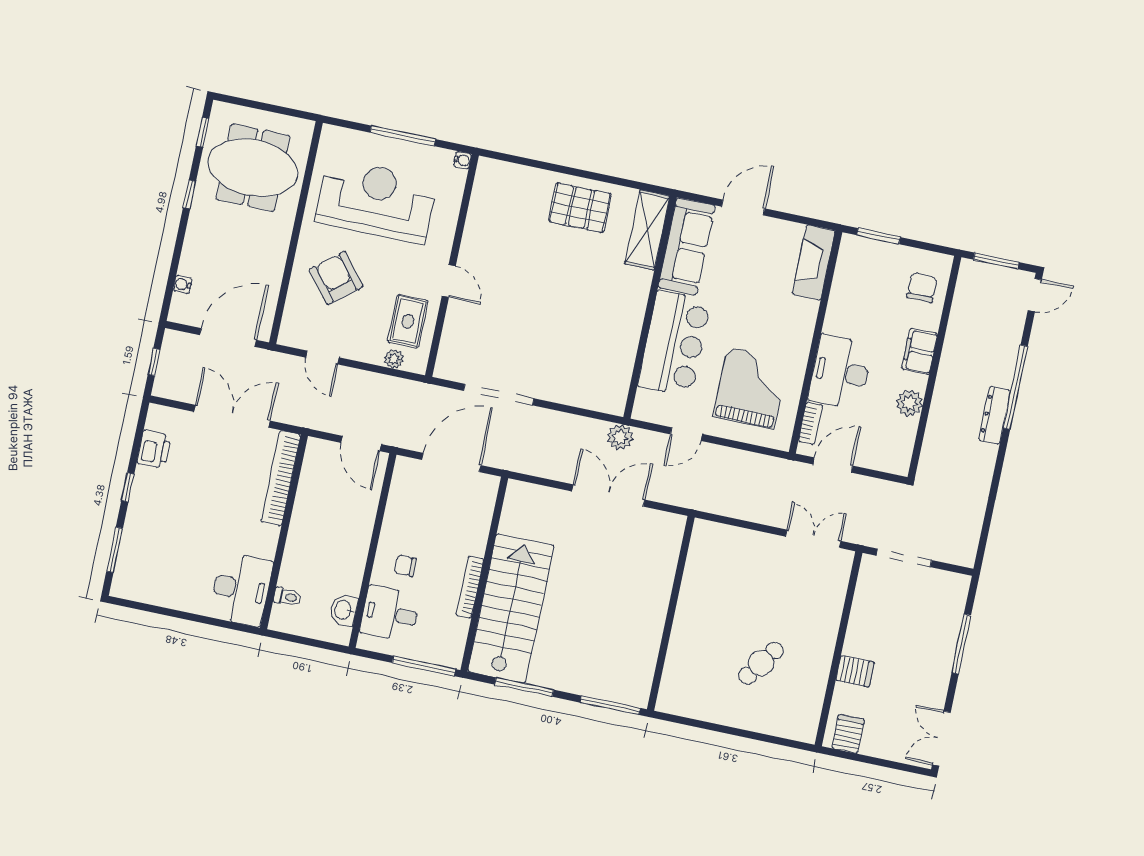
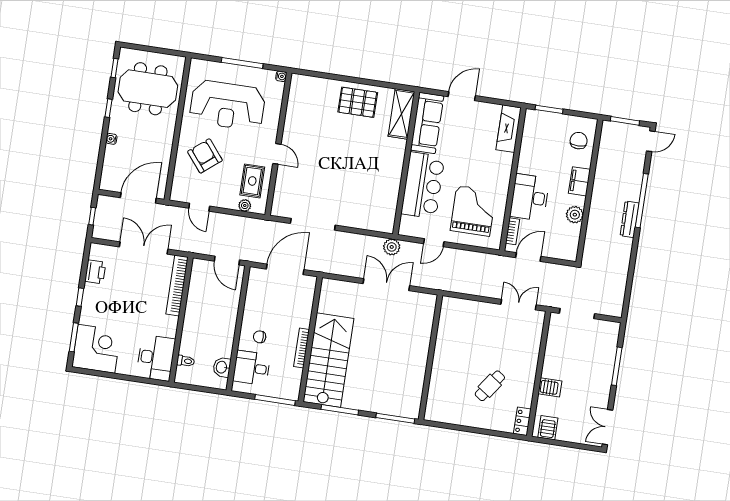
reception desk: (376, 201) -> (228, 105), turned 180
water cooler: (182, 284) -> (111, 139), moved
corner desk: (149, 570) -> (96, 349), added
locker: (809, 722) -> (522, 421), added

